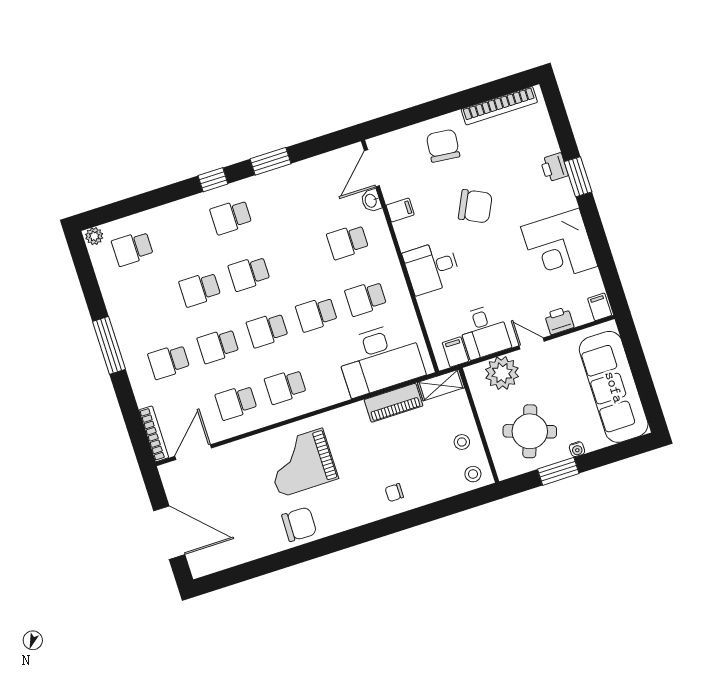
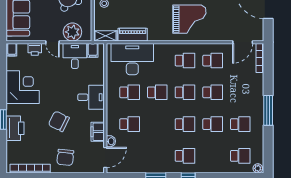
printer: (554, 167) -> (15, 128), width x1.87, depth x1.48
filing cabinet: (400, 210) -> (98, 132), width x2.00
school desk: (169, 362) -> (240, 124), moved

